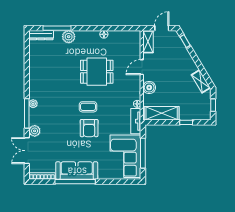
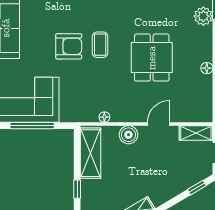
door: (142, 67) -> (158, 124), hinge flipped
tv unit: (136, 121) -> (79, 115), removed
armchair: (89, 128) -> (69, 46), turned 180

